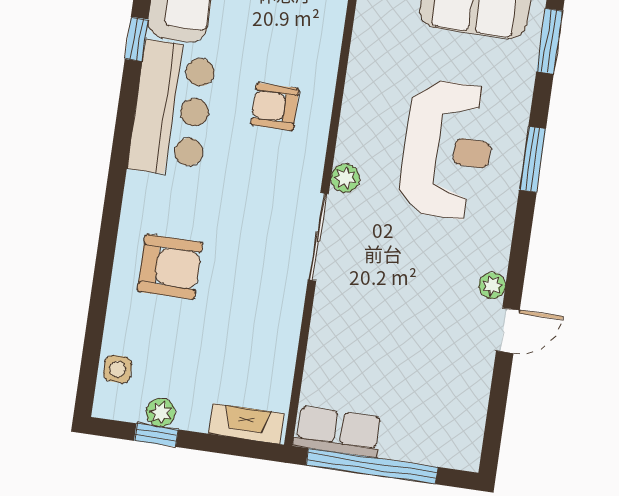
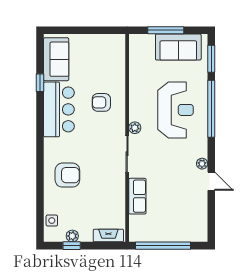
window: (532, 159) -> (211, 109), width x2.11
door: (508, 331) -> (211, 181), hinge flipped
row of seats: (338, 432) -> (137, 196), moved, turned 90

